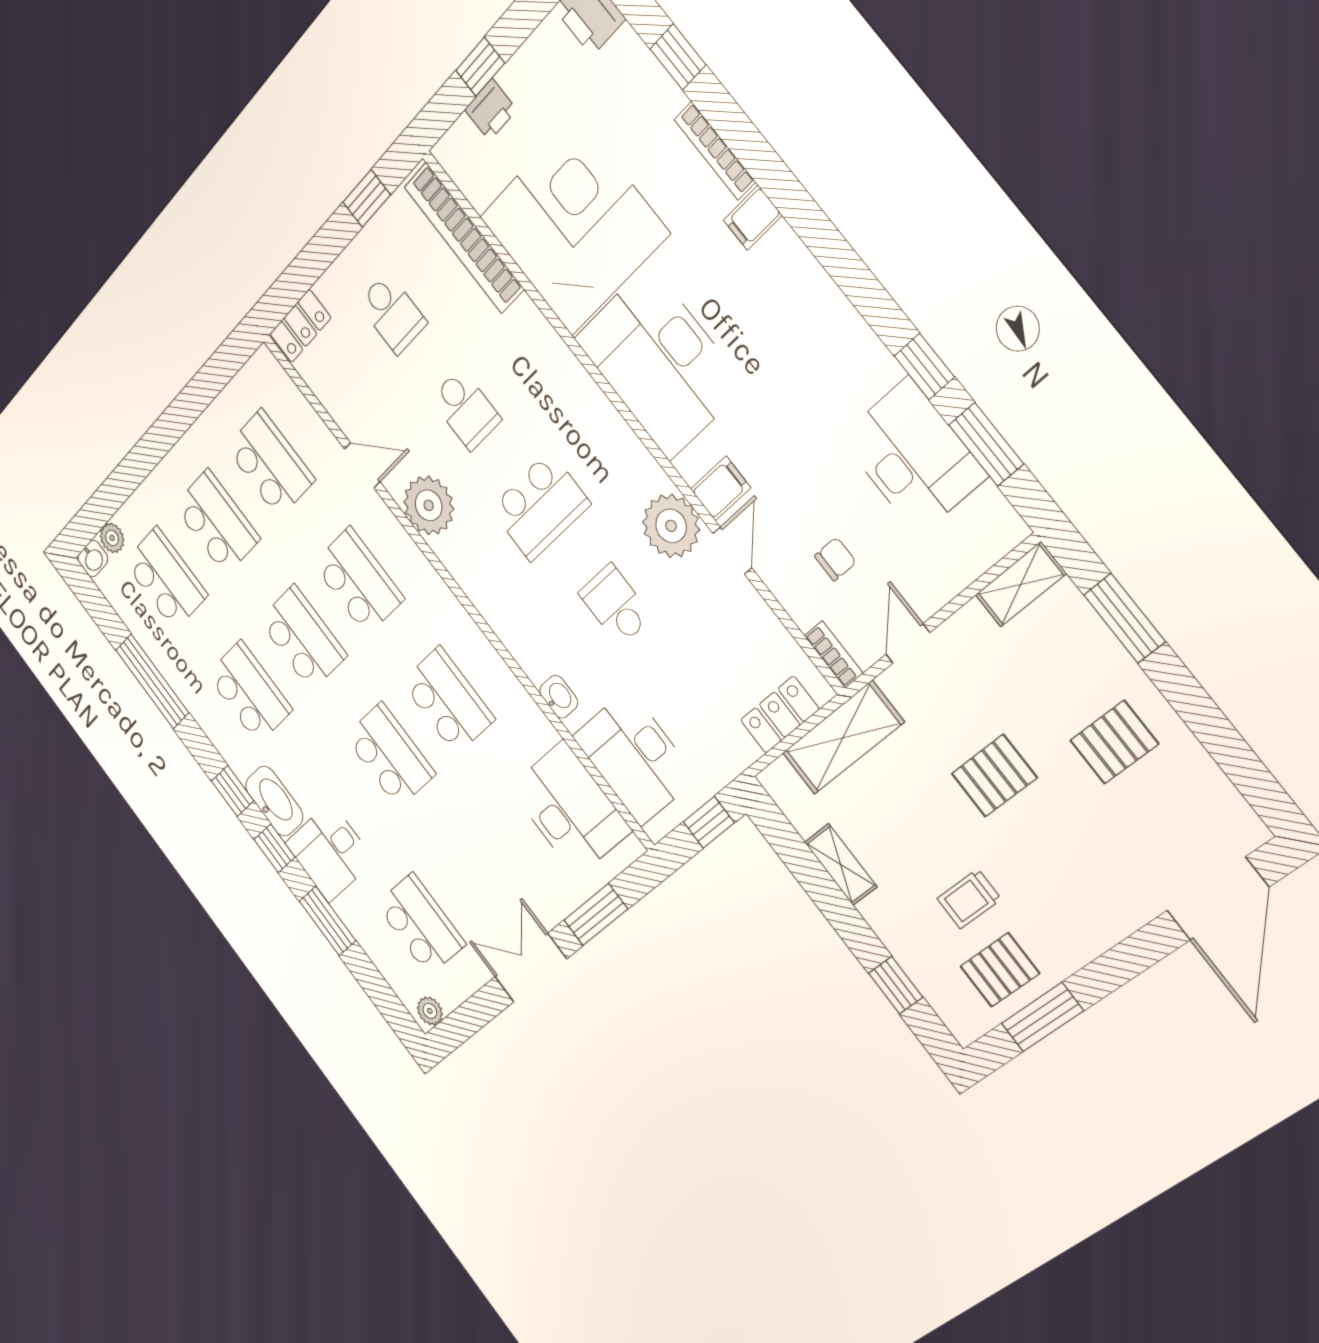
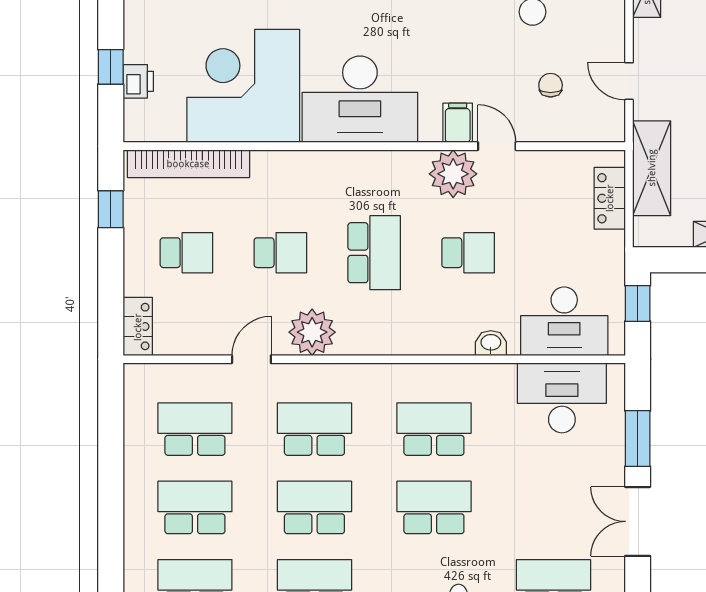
school desk: (615, 605) -> (468, 253), turned 180
bookcase: (834, 655) -> (601, 133), removed

